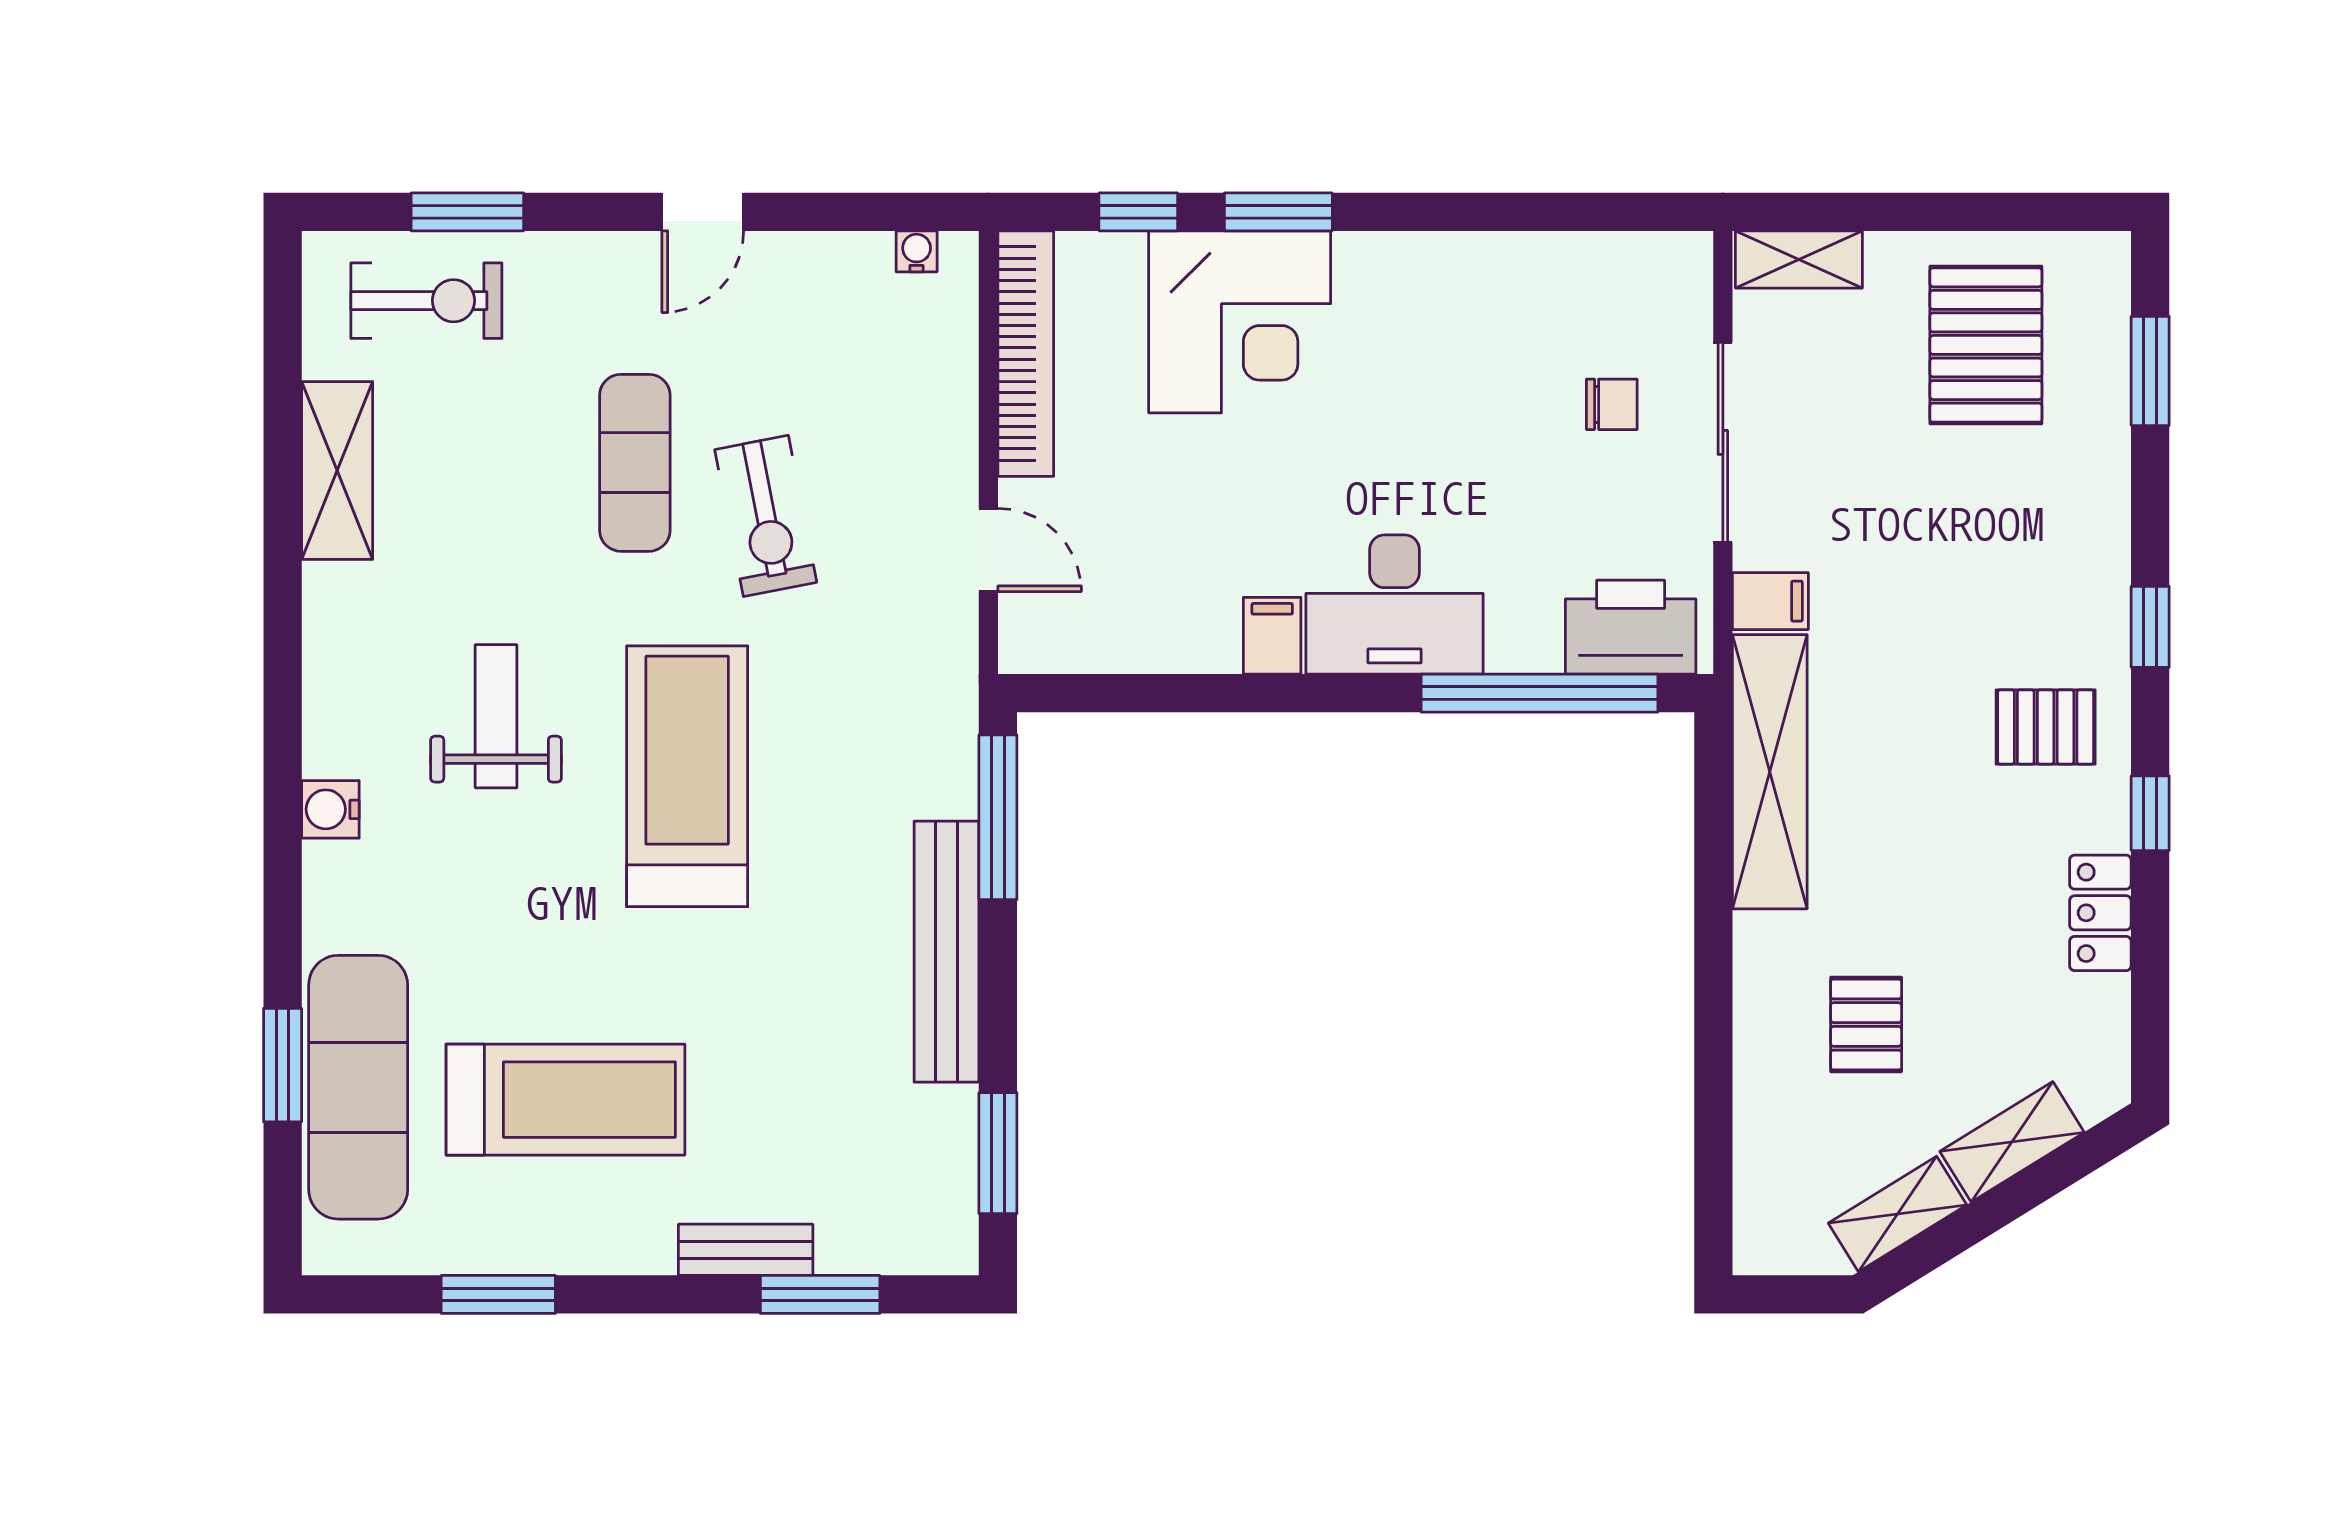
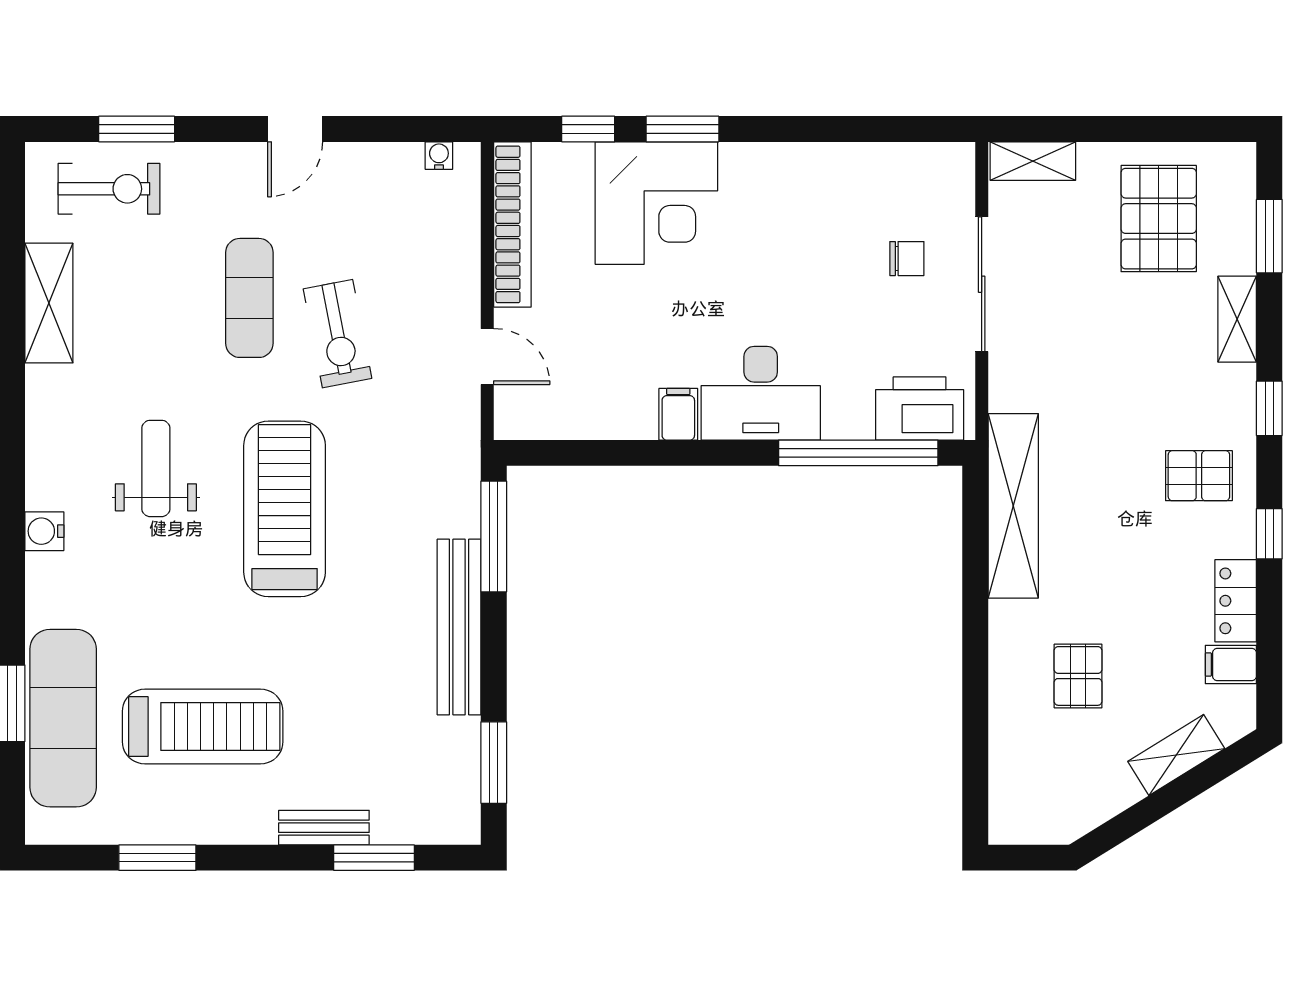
filing cabinet: (1770, 601) -> (1231, 664), moved, turned 180
shelving: (1898, 1214) -> (1237, 319), moved, turned -58

